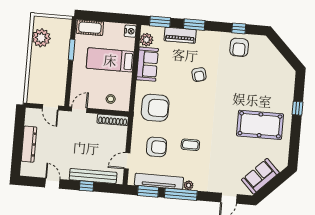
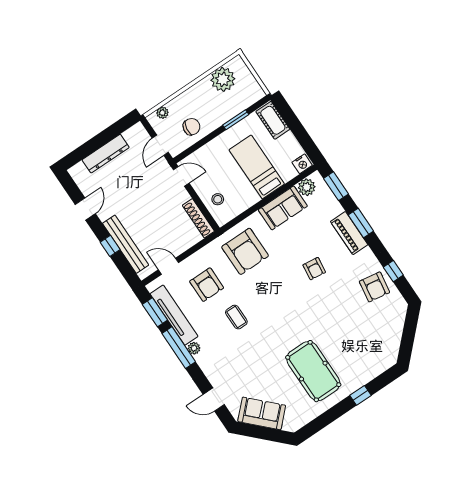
piano: (180, 35) -> (349, 233), moved
armchair: (239, 47) -> (374, 287), turned -81
armchair: (199, 75) -> (314, 269), turned -68
chair: (54, 80) -> (191, 127), added
plant: (32, 90) -> (162, 113), added

